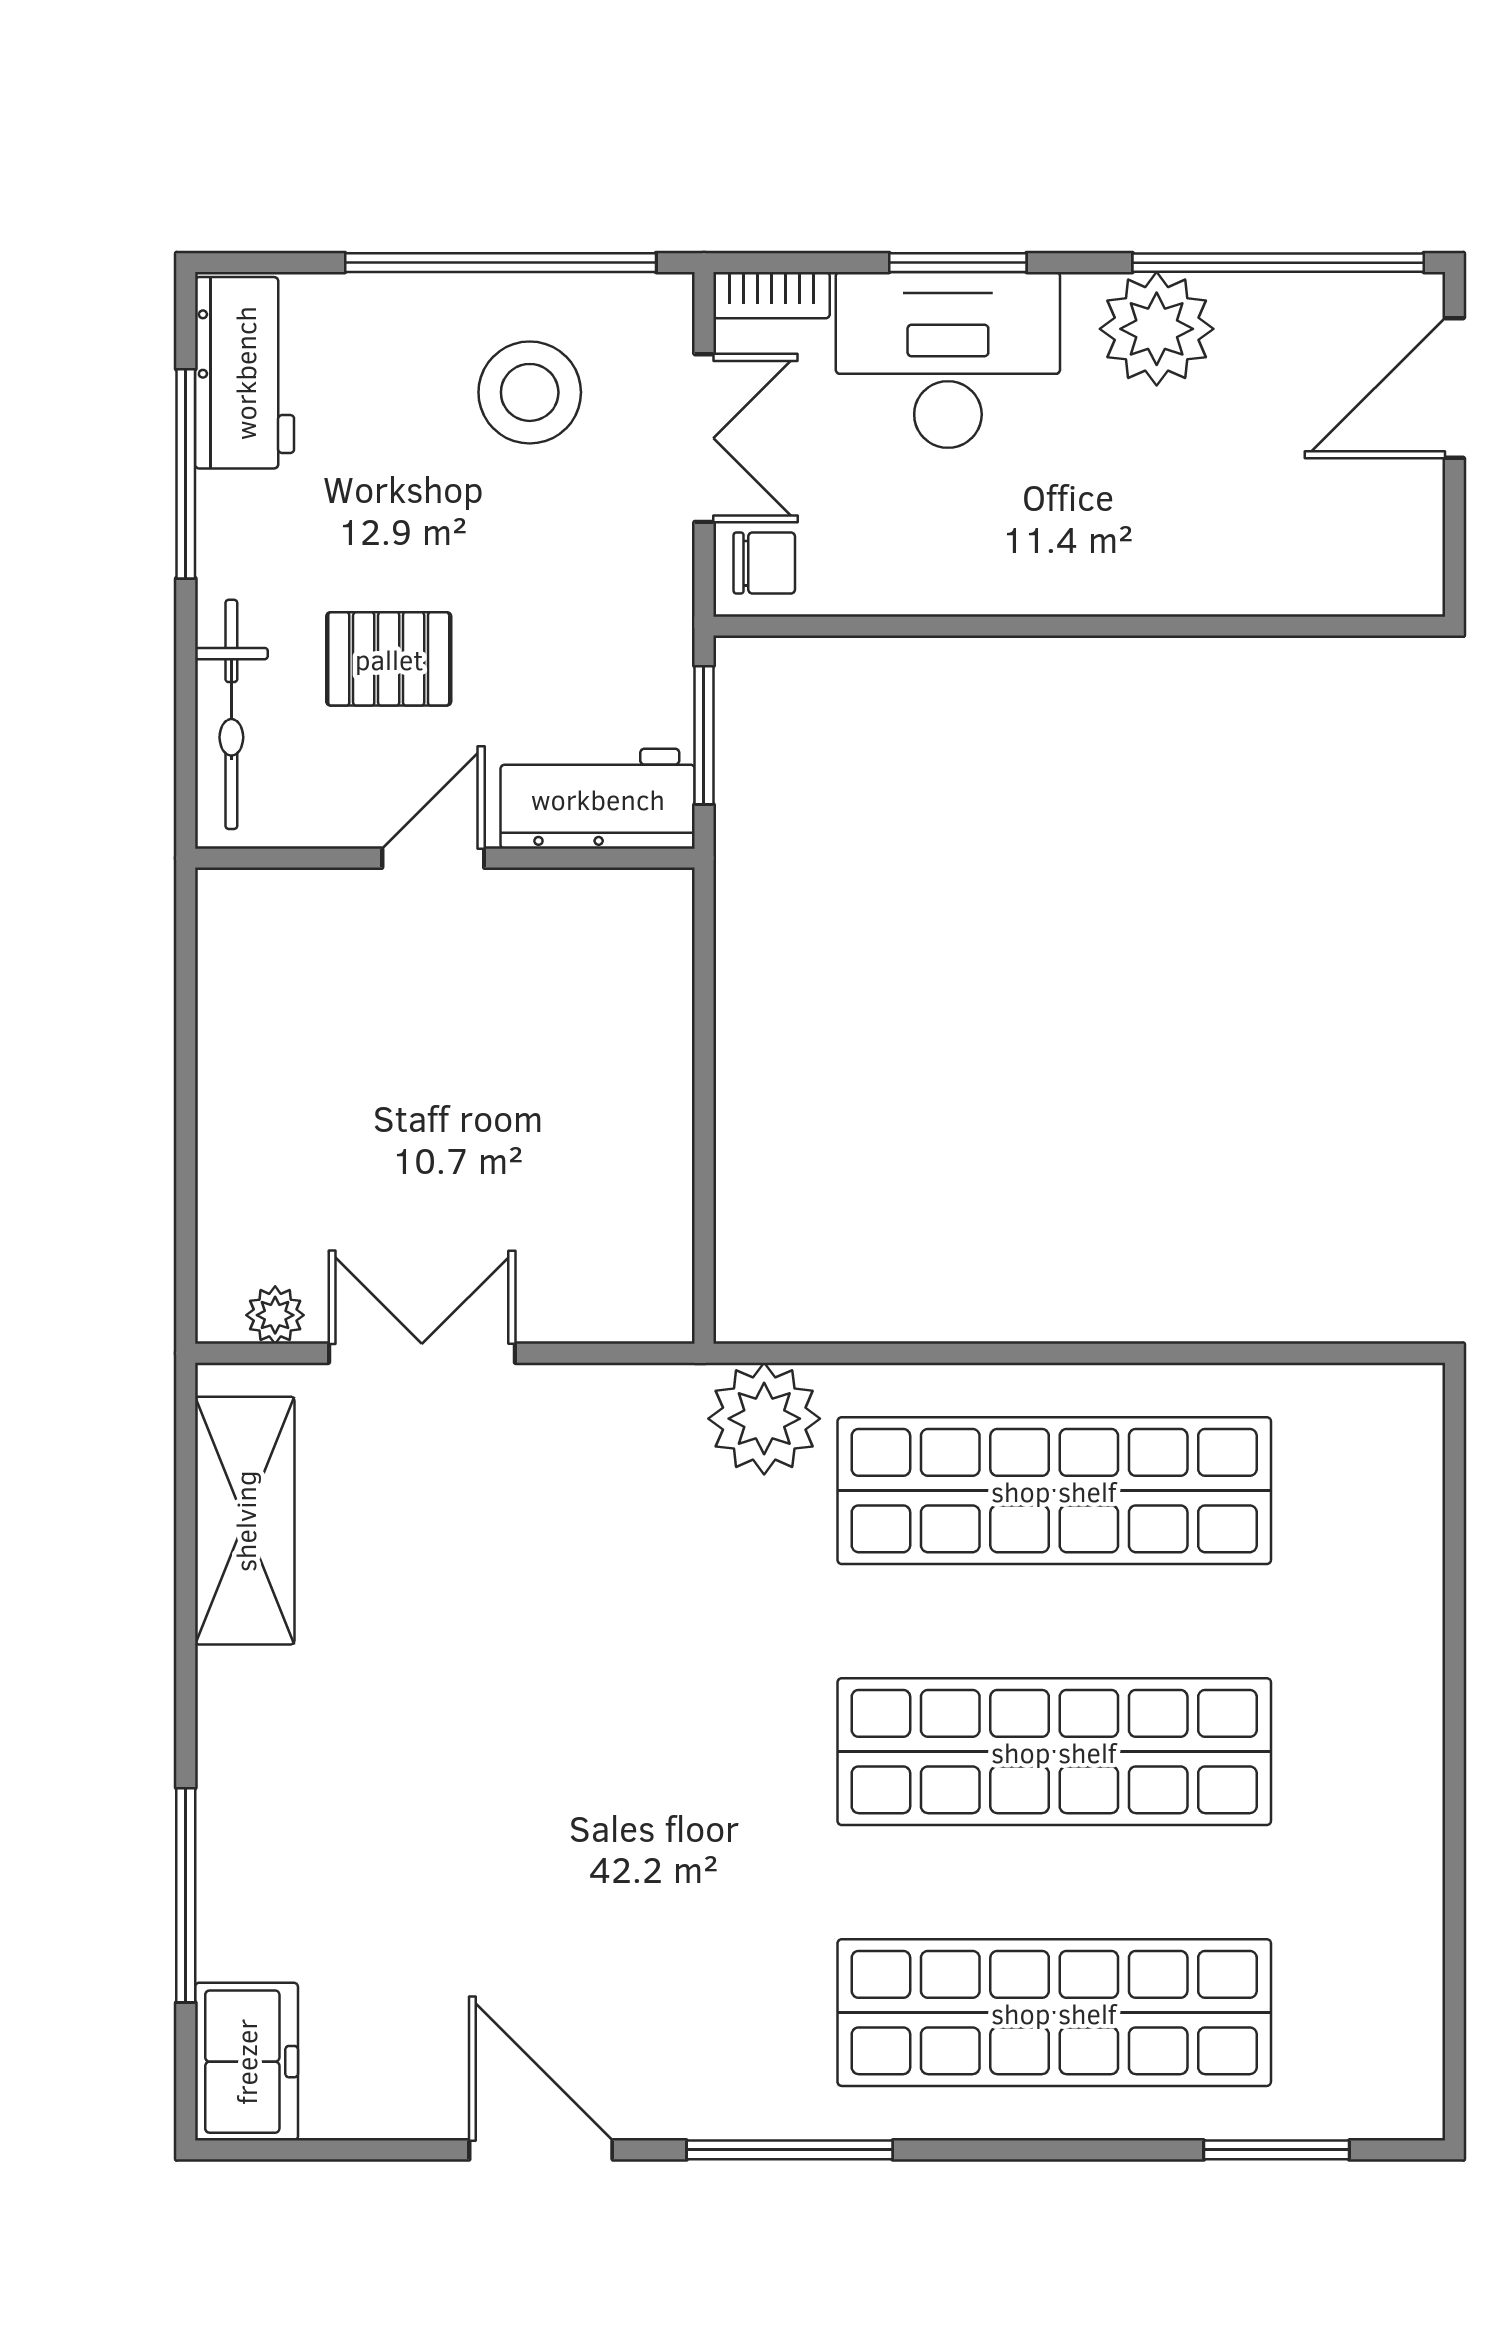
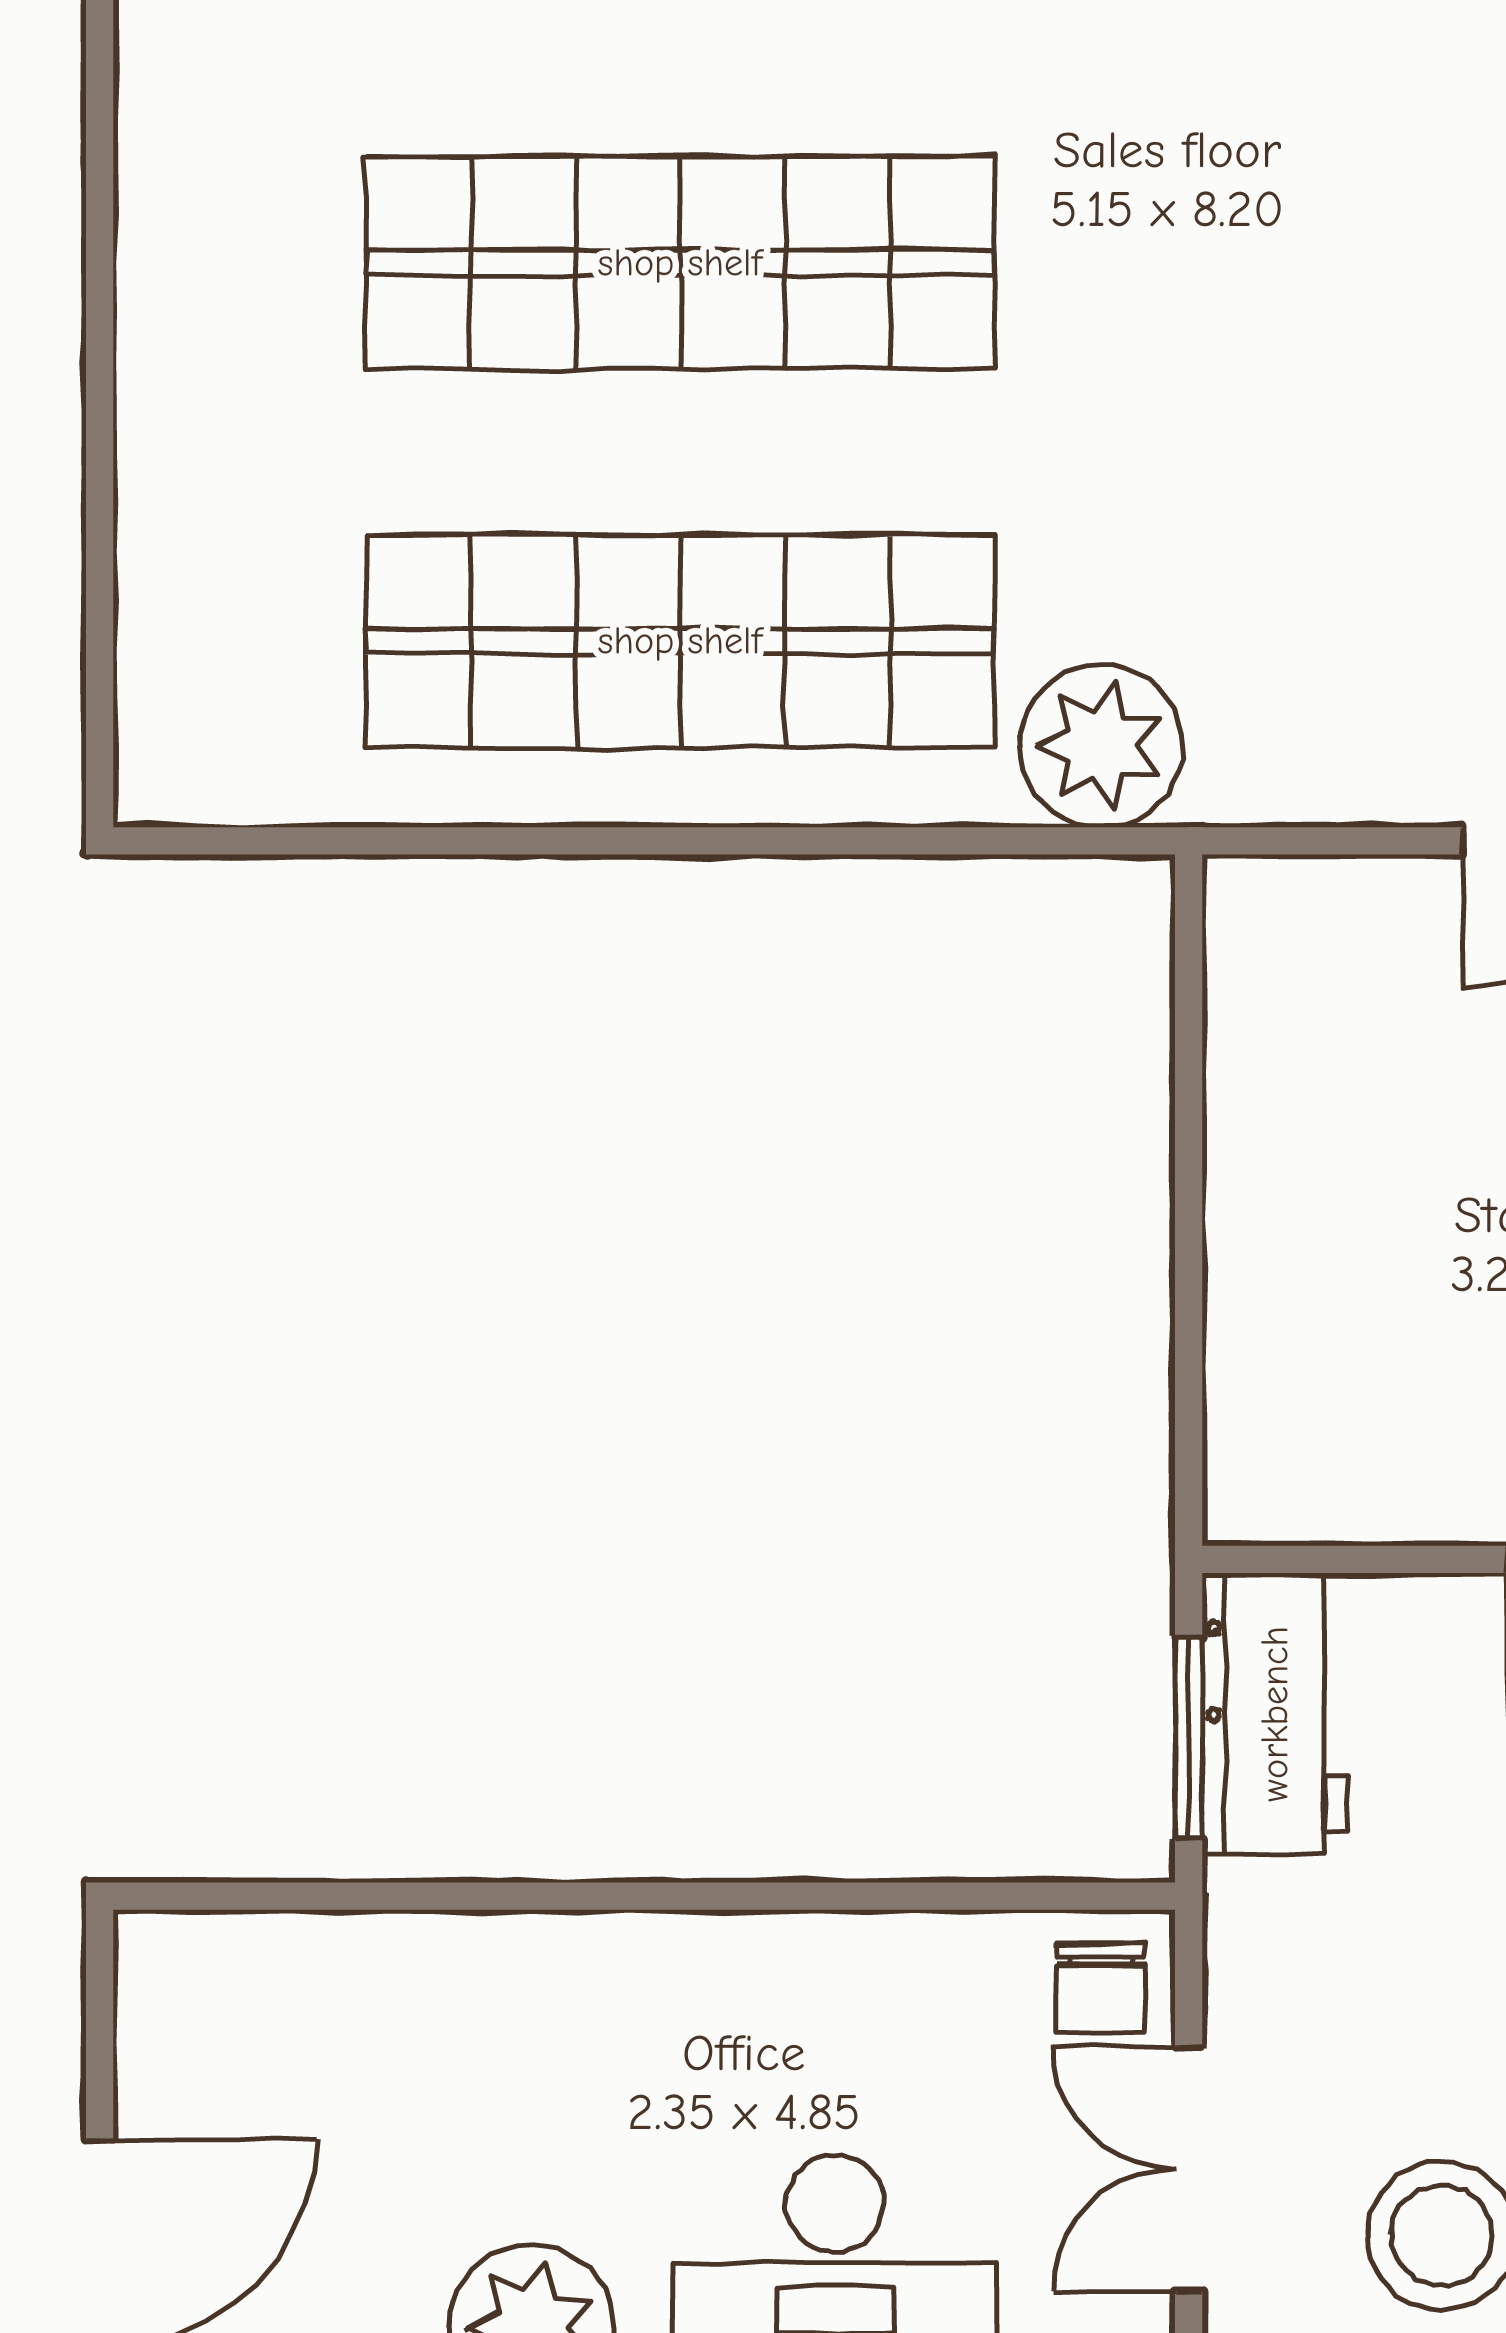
chair: (764, 563) -> (1101, 1988), turned -90
workbench: (598, 799) -> (1275, 1714), moved, turned -90

